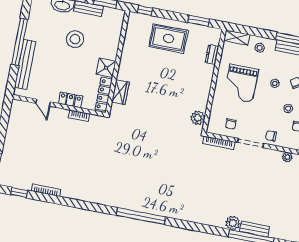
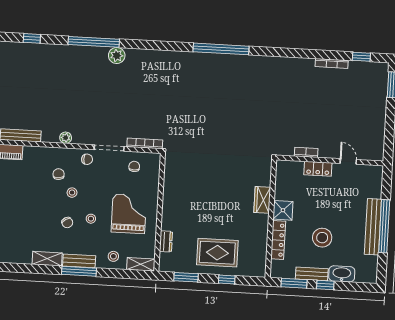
window: (145, 10) -> (227, 280), moved
bench: (25, 64) -> (373, 227), moved
wardrobe: (120, 92) -> (262, 200), moved
locker: (104, 94) -> (278, 240), moved
plant: (198, 118) -> (172, 168), removed
bench: (255, 229) -> (91, 52), removed

